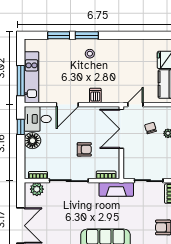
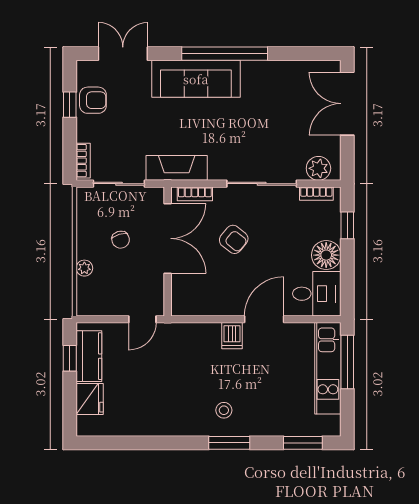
window: (59, 35) -> (303, 443), moved
dishwasher: (95, 95) -> (232, 336), moved
window: (21, 127) -> (347, 225), moved
chair: (151, 128) -> (121, 240), moved
double door: (121, 129) -> (168, 238), moved
armchair: (84, 149) -> (234, 239), turned -141

